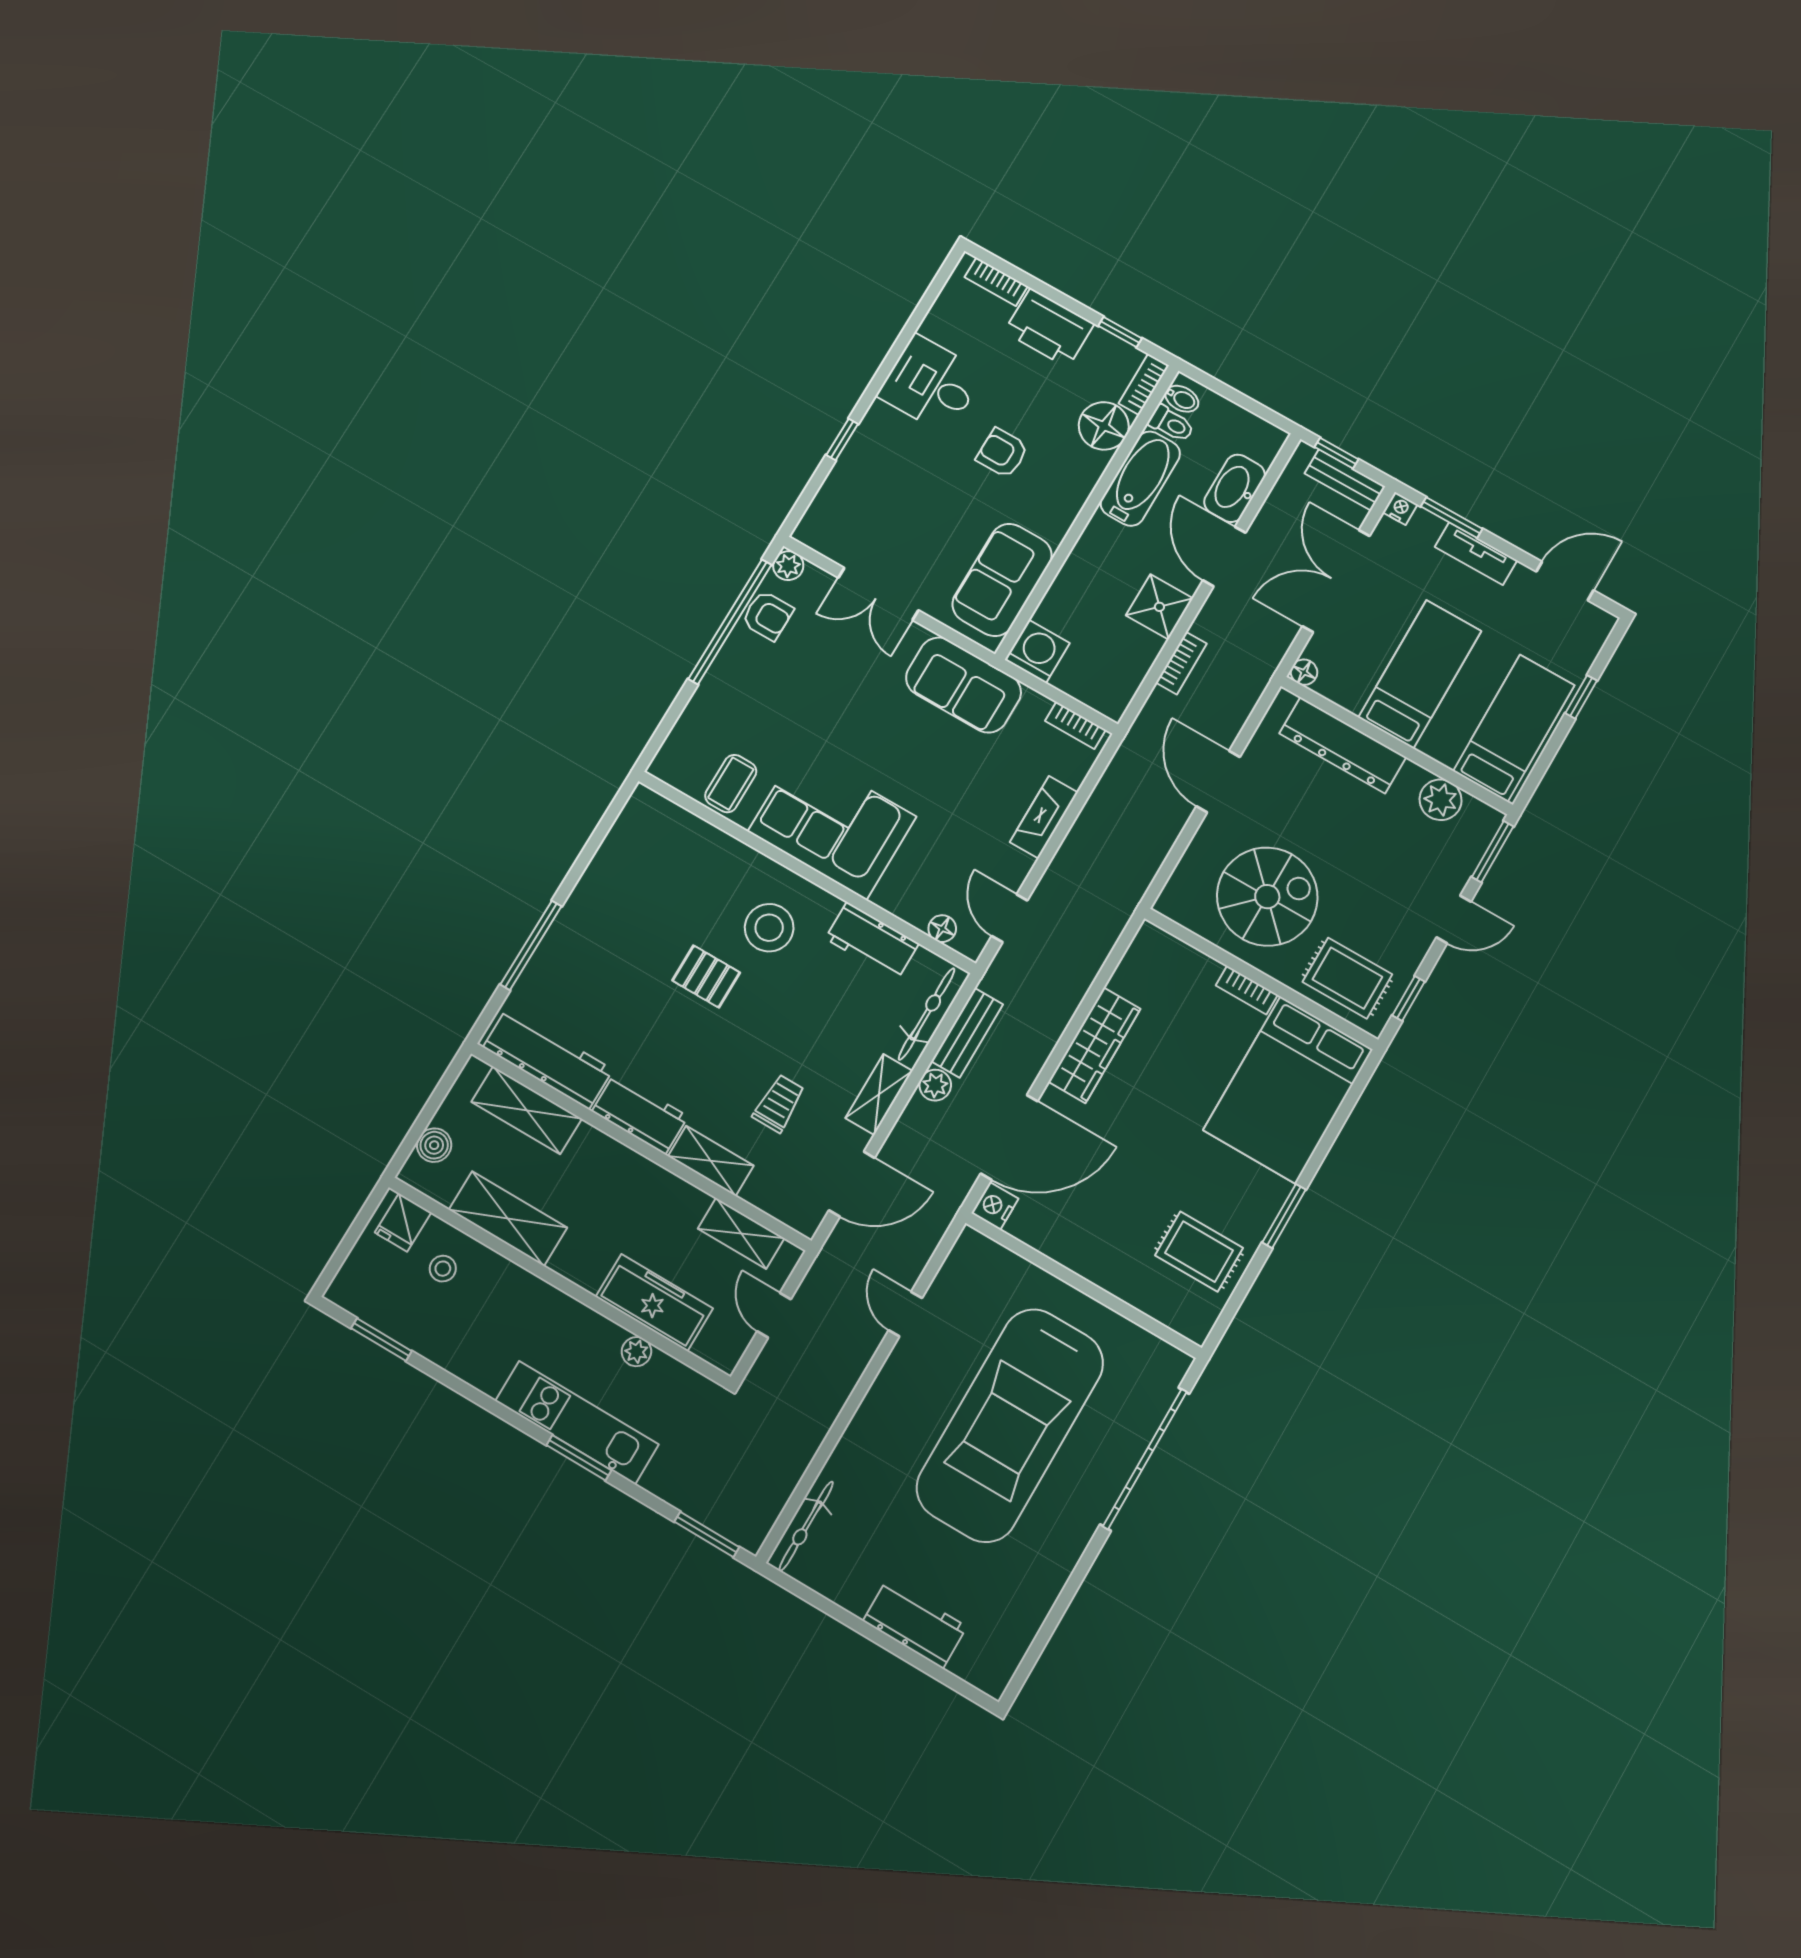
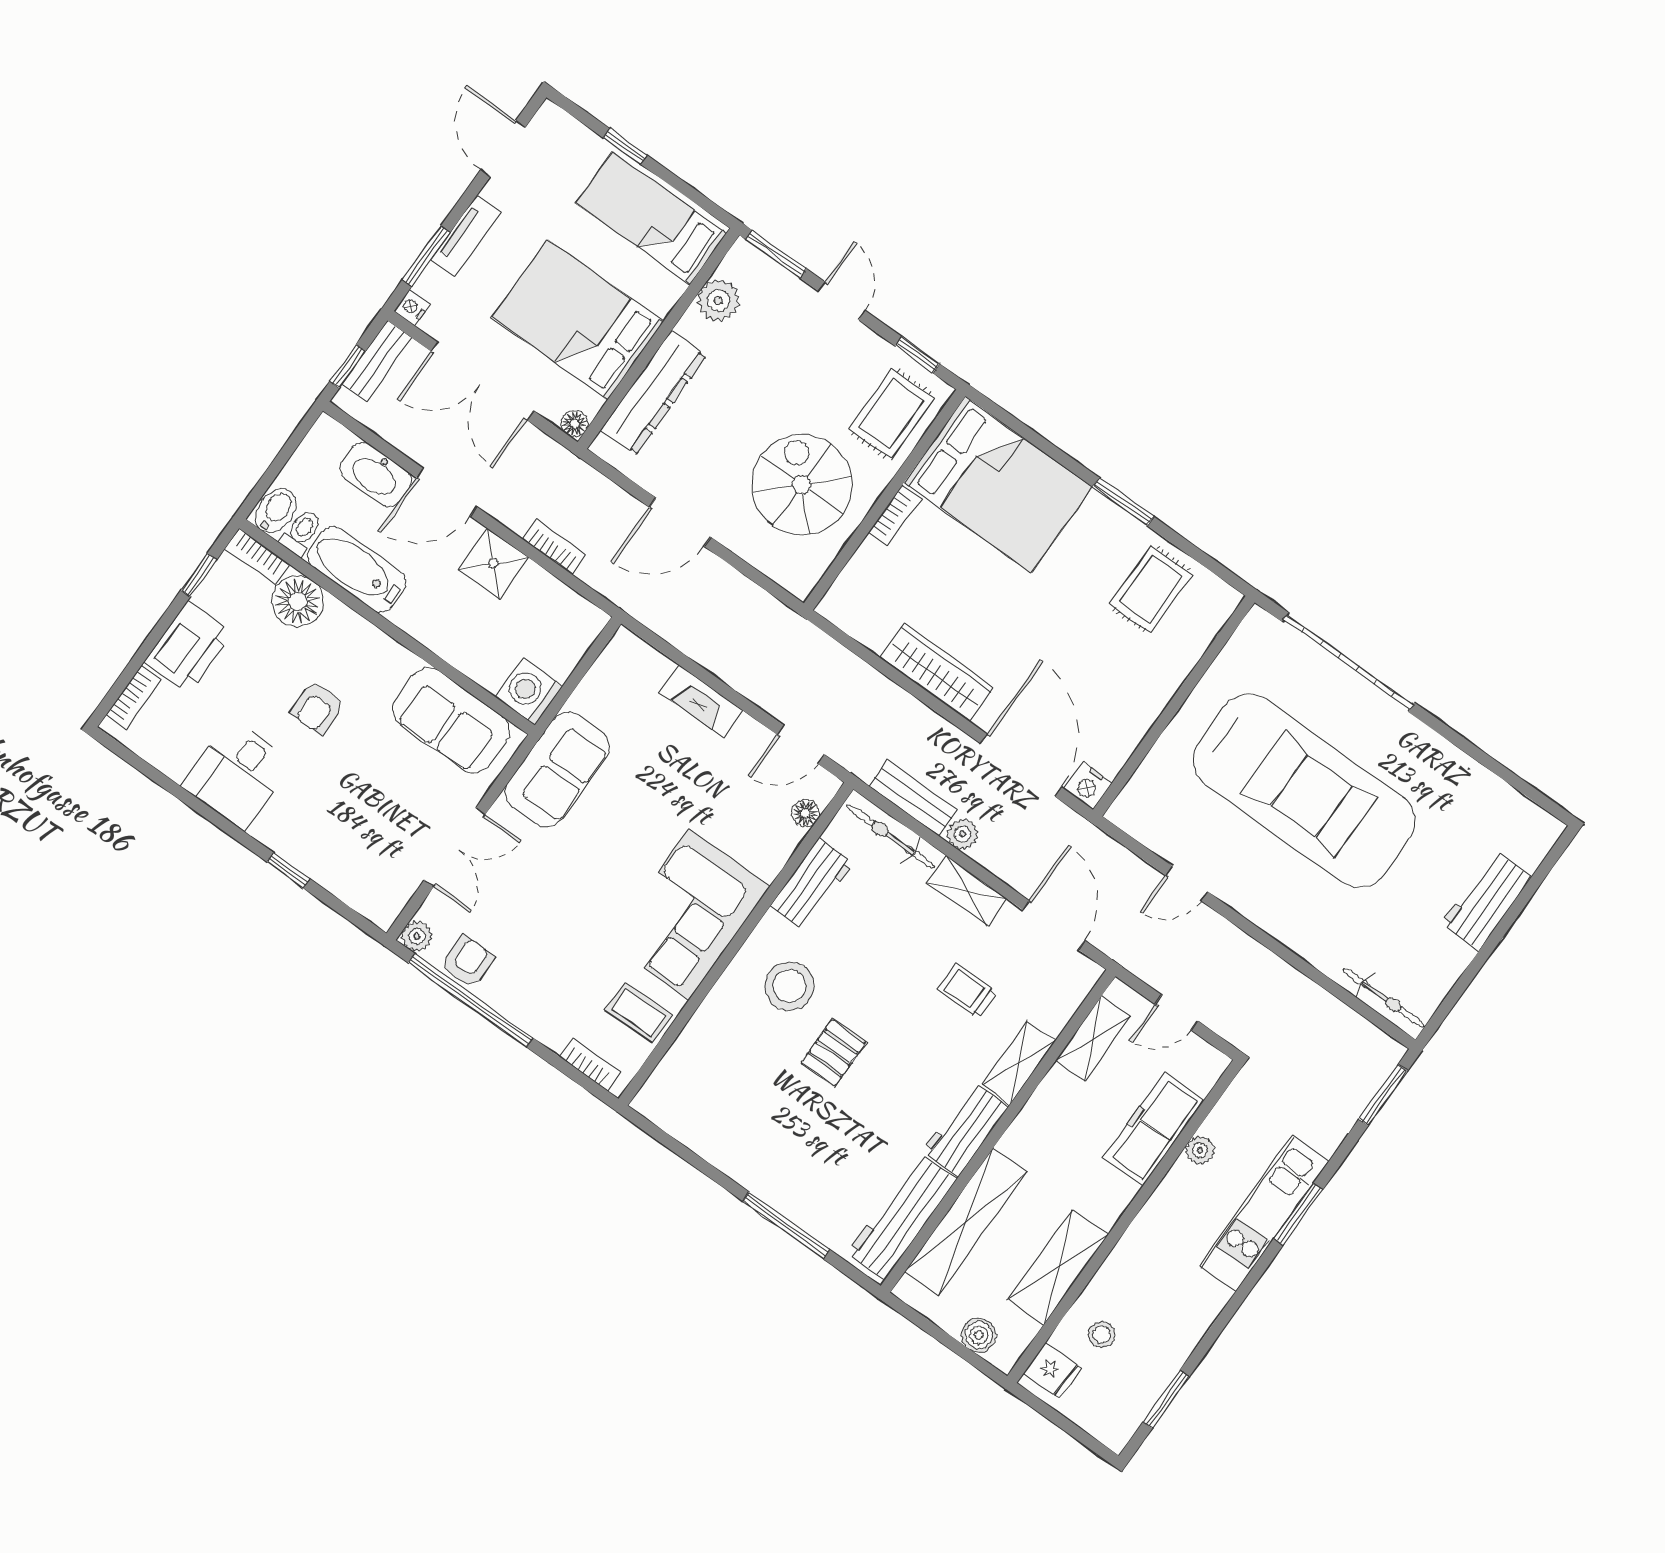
bidet: (1182, 399) -> (276, 511), width x1.38, depth x1.36
bed: (1420, 674) -> (578, 320), width x1.50
bookcase: (1075, 725) -> (590, 1064), moved, turned -90
shelving: (527, 1110) -> (966, 1222), width x1.47

